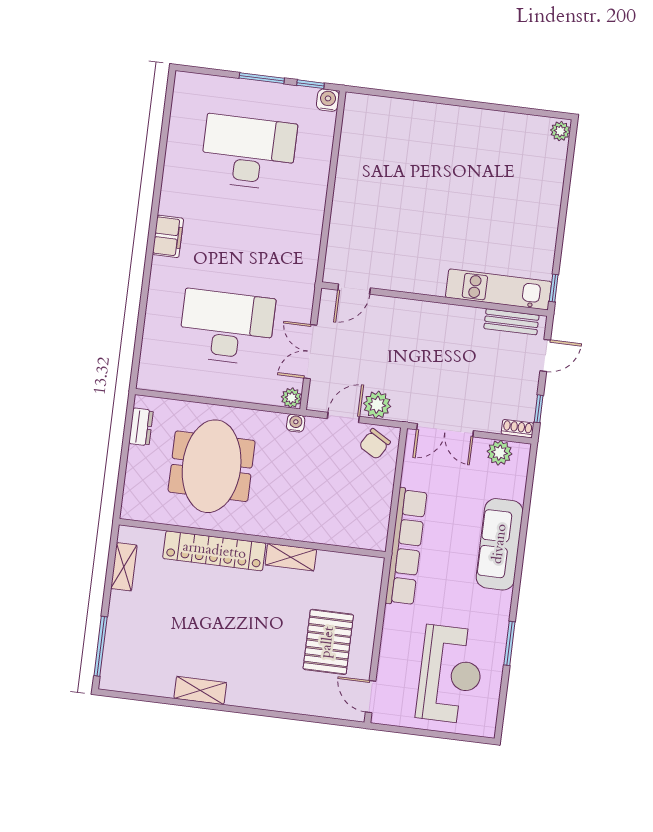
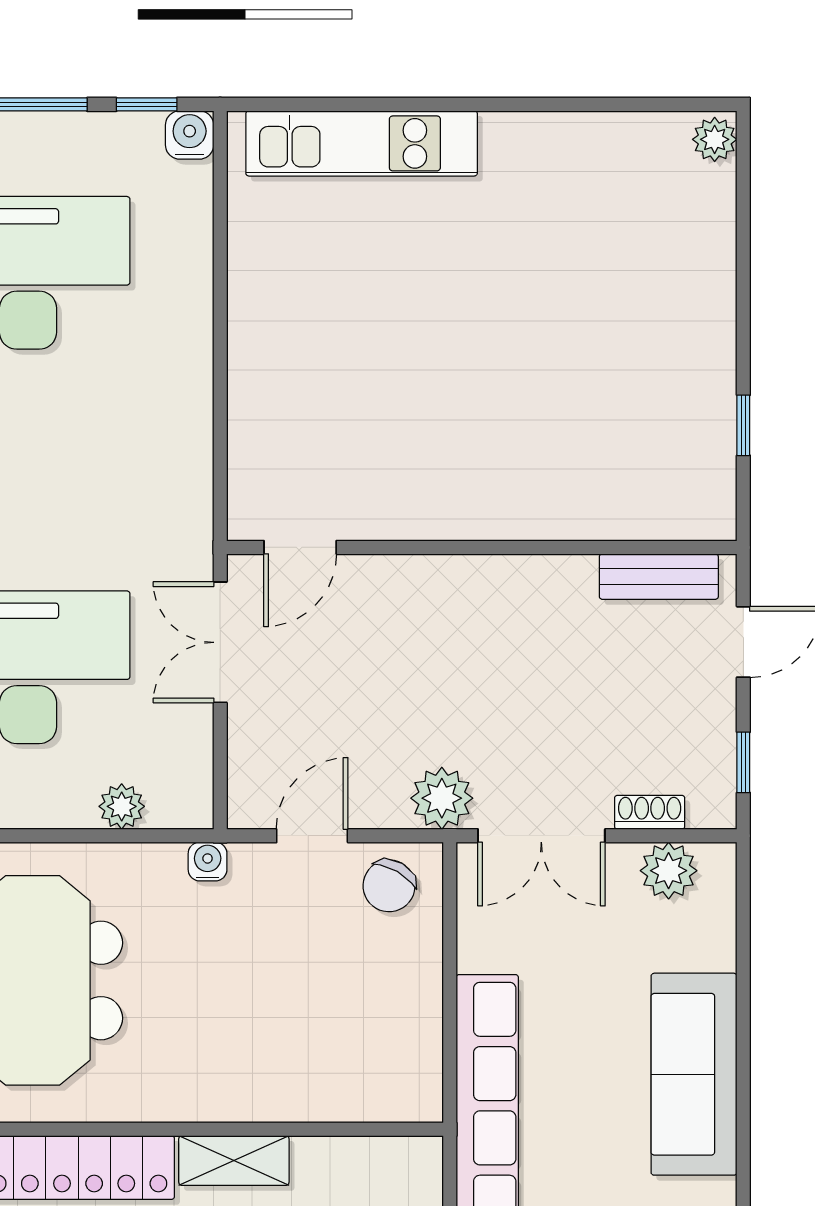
window: (554, 288) -> (743, 425), moved
kitchen unit: (498, 289) -> (362, 143), moved, turned 180
double door: (310, 352) -> (220, 642), moved
plant: (291, 398) -> (122, 806), moved
plant: (377, 405) -> (442, 798), moved
shoe rack: (517, 429) -> (650, 812), moved

